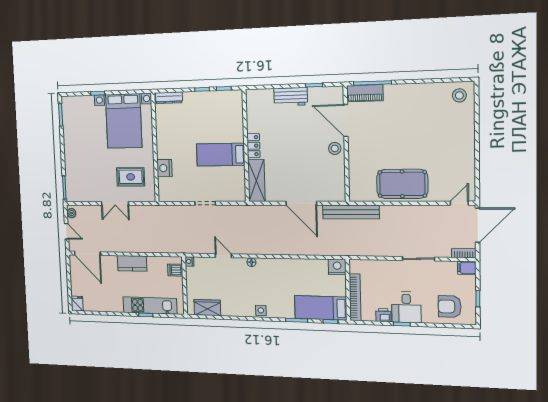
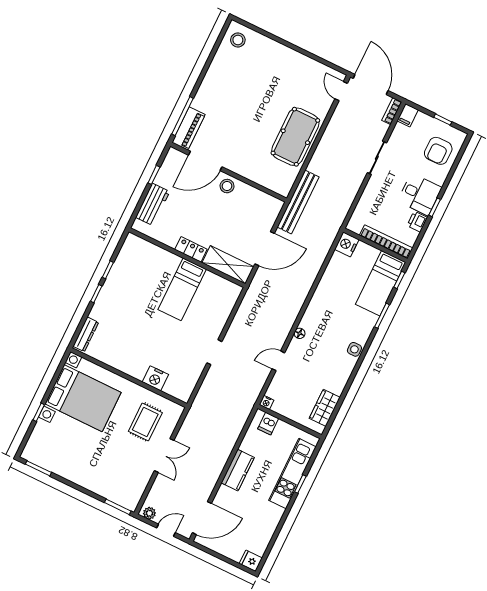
wall: (246, 146) -> (187, 258), moved
locker: (253, 146) -> (191, 249), moved
bed: (221, 155) -> (182, 289), moved
shelving: (256, 181) -> (228, 265), moved

